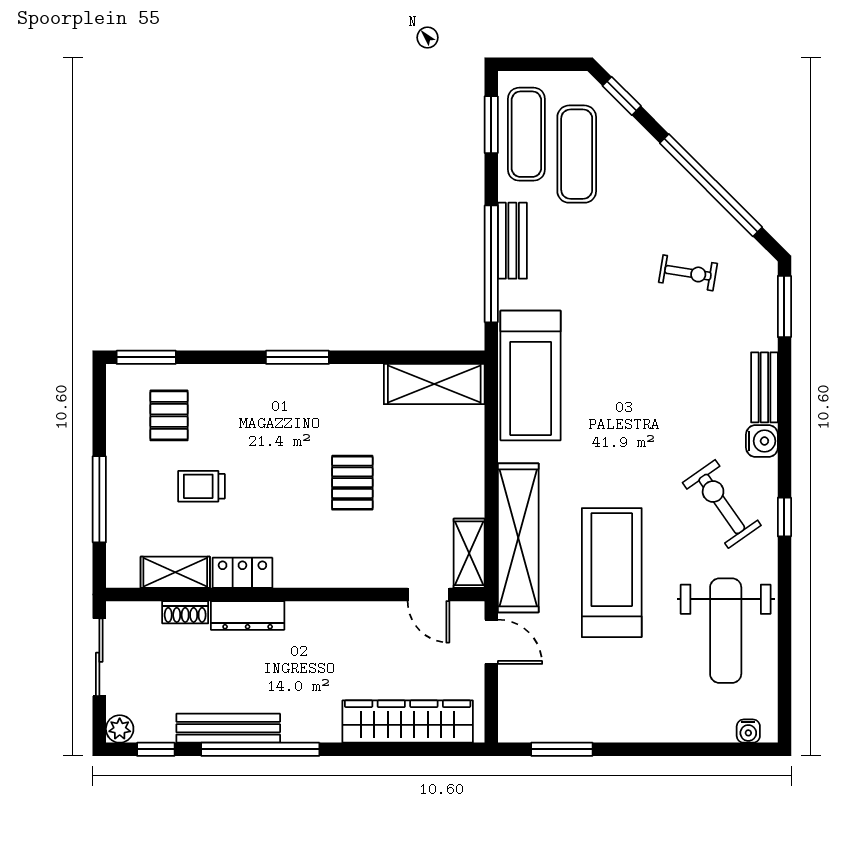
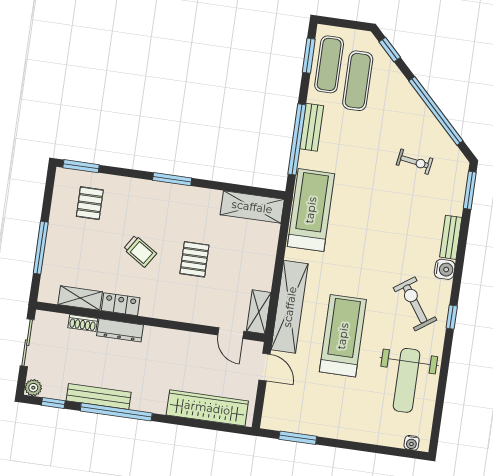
treadmill: (531, 375) -> (311, 210), turned 180
trolley: (201, 486) -> (140, 251), moved, turned -147

